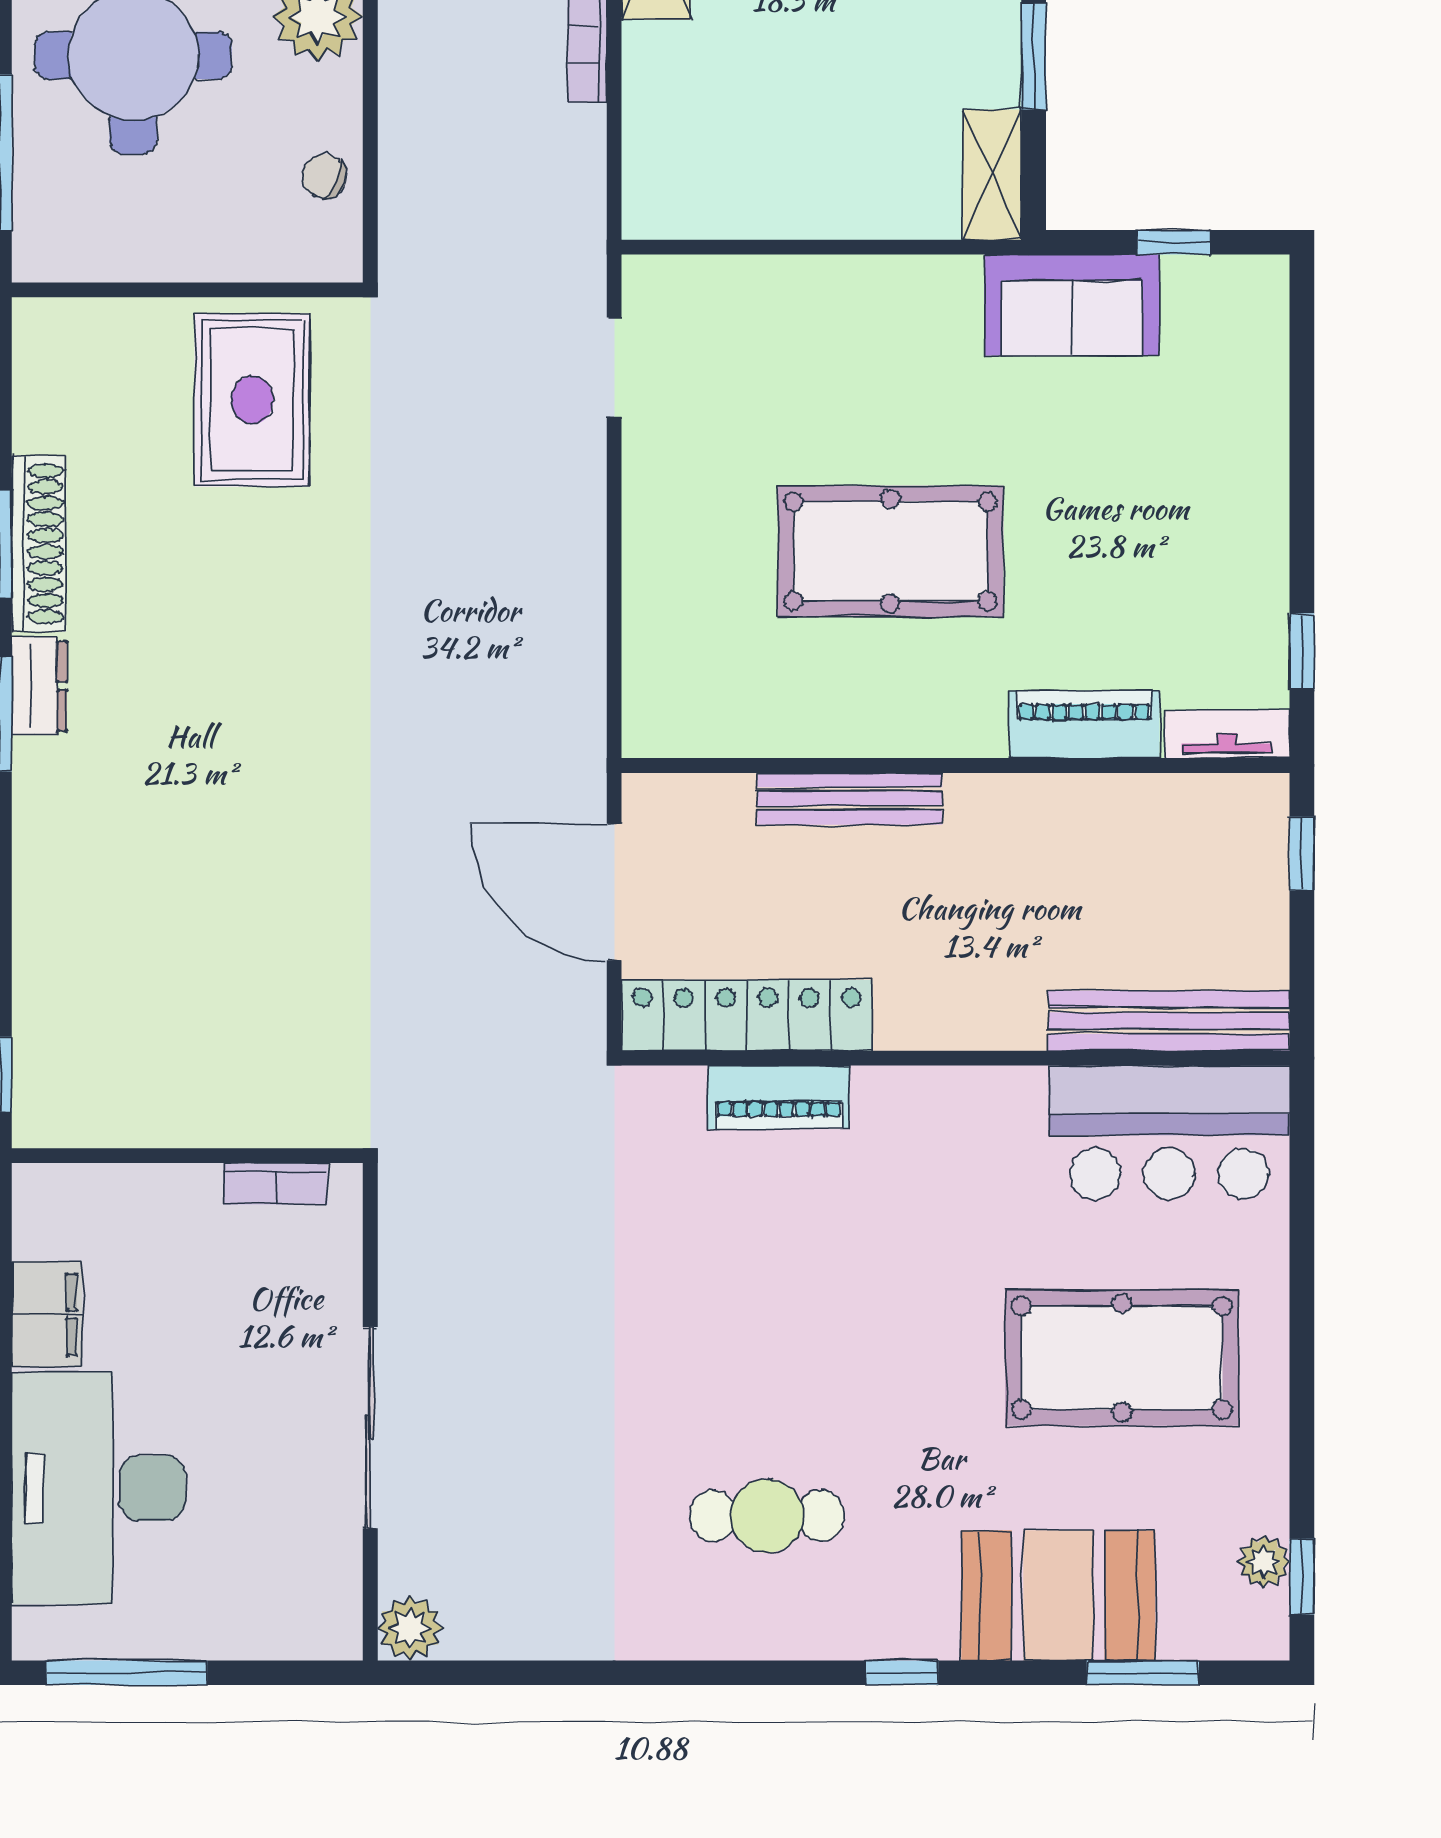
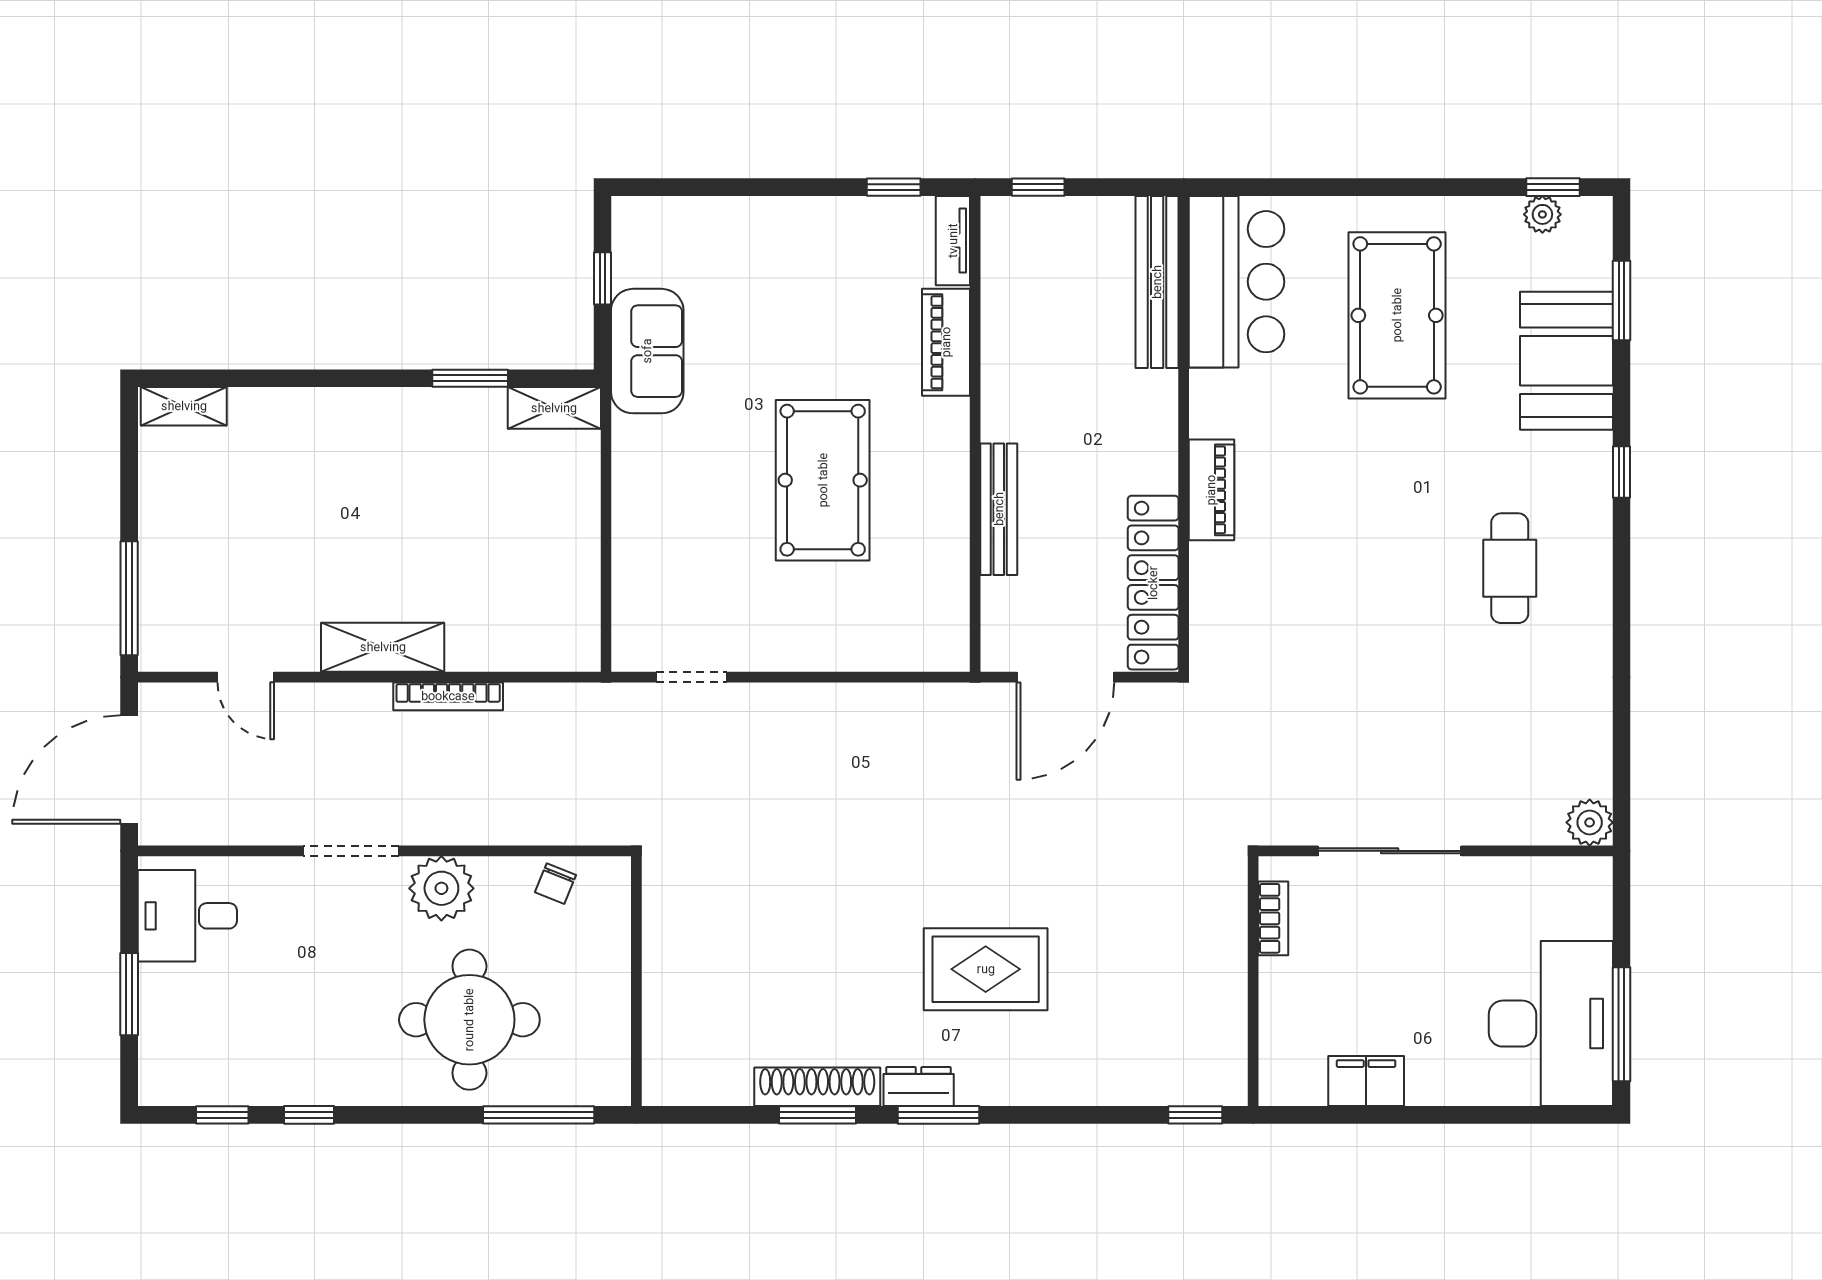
rug: (252, 400) -> (986, 969), moved
piano: (779, 1097) -> (1211, 490), moved
sliding door: (370, 1428) -> (1390, 851), moved
desk: (99, 1488) -> (1551, 1024), moved, turned -90

